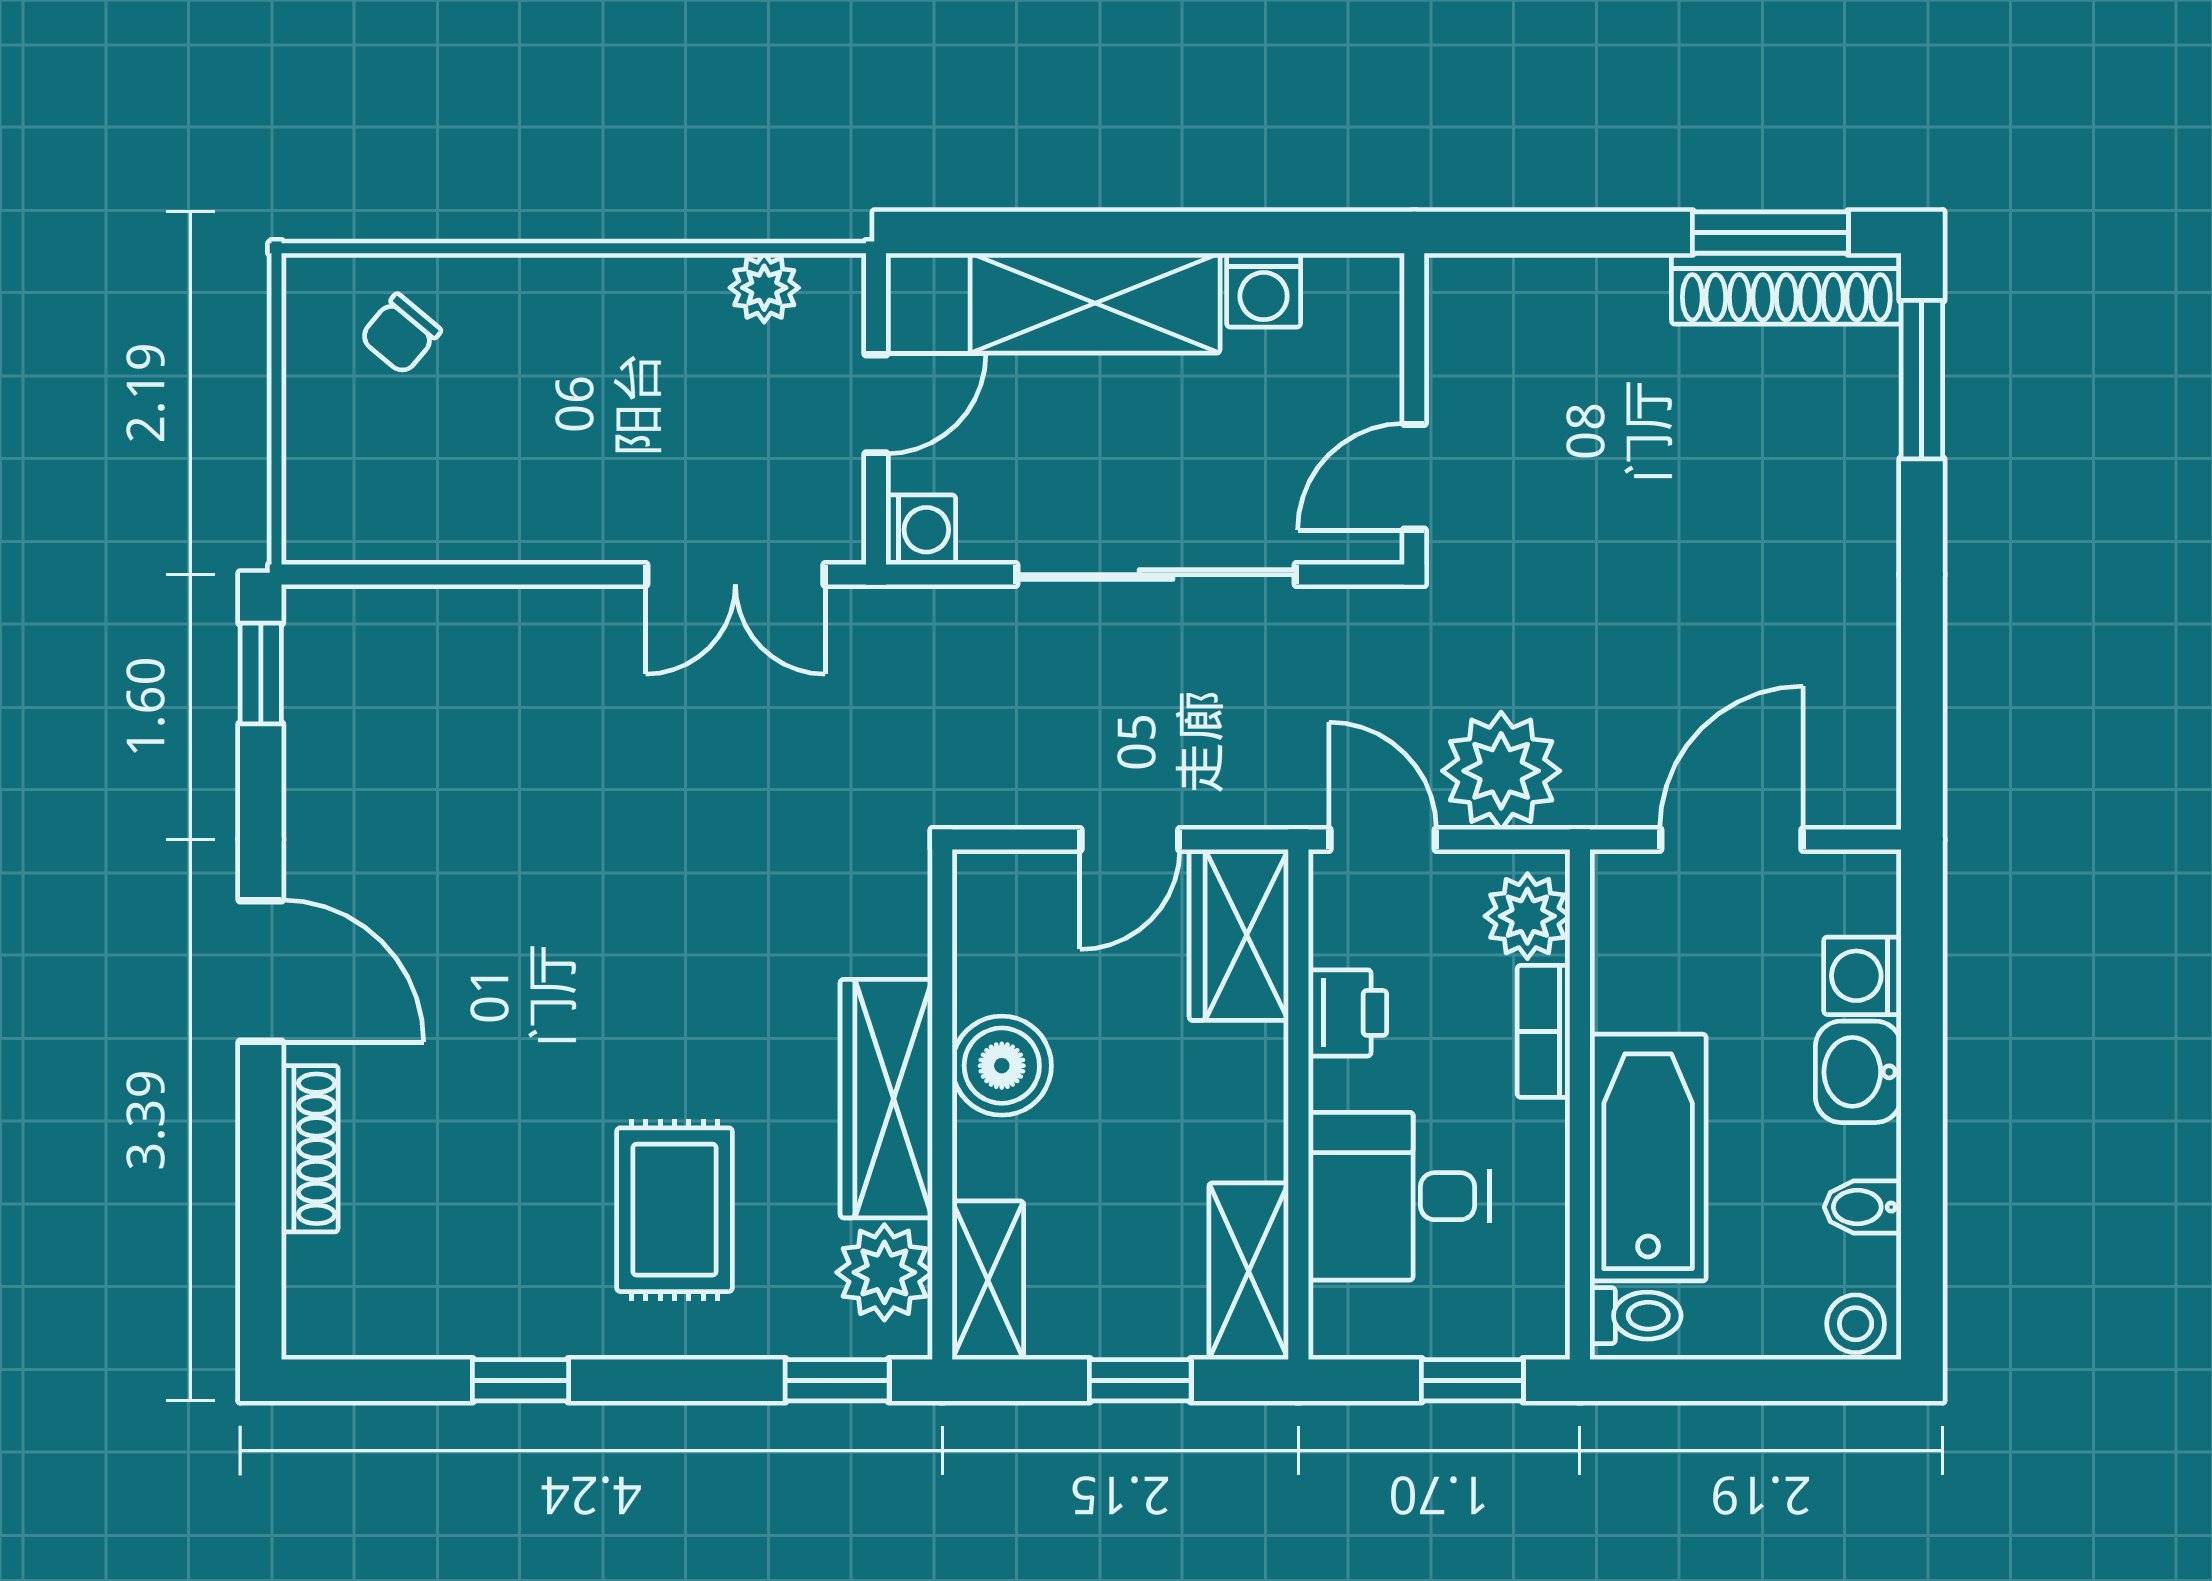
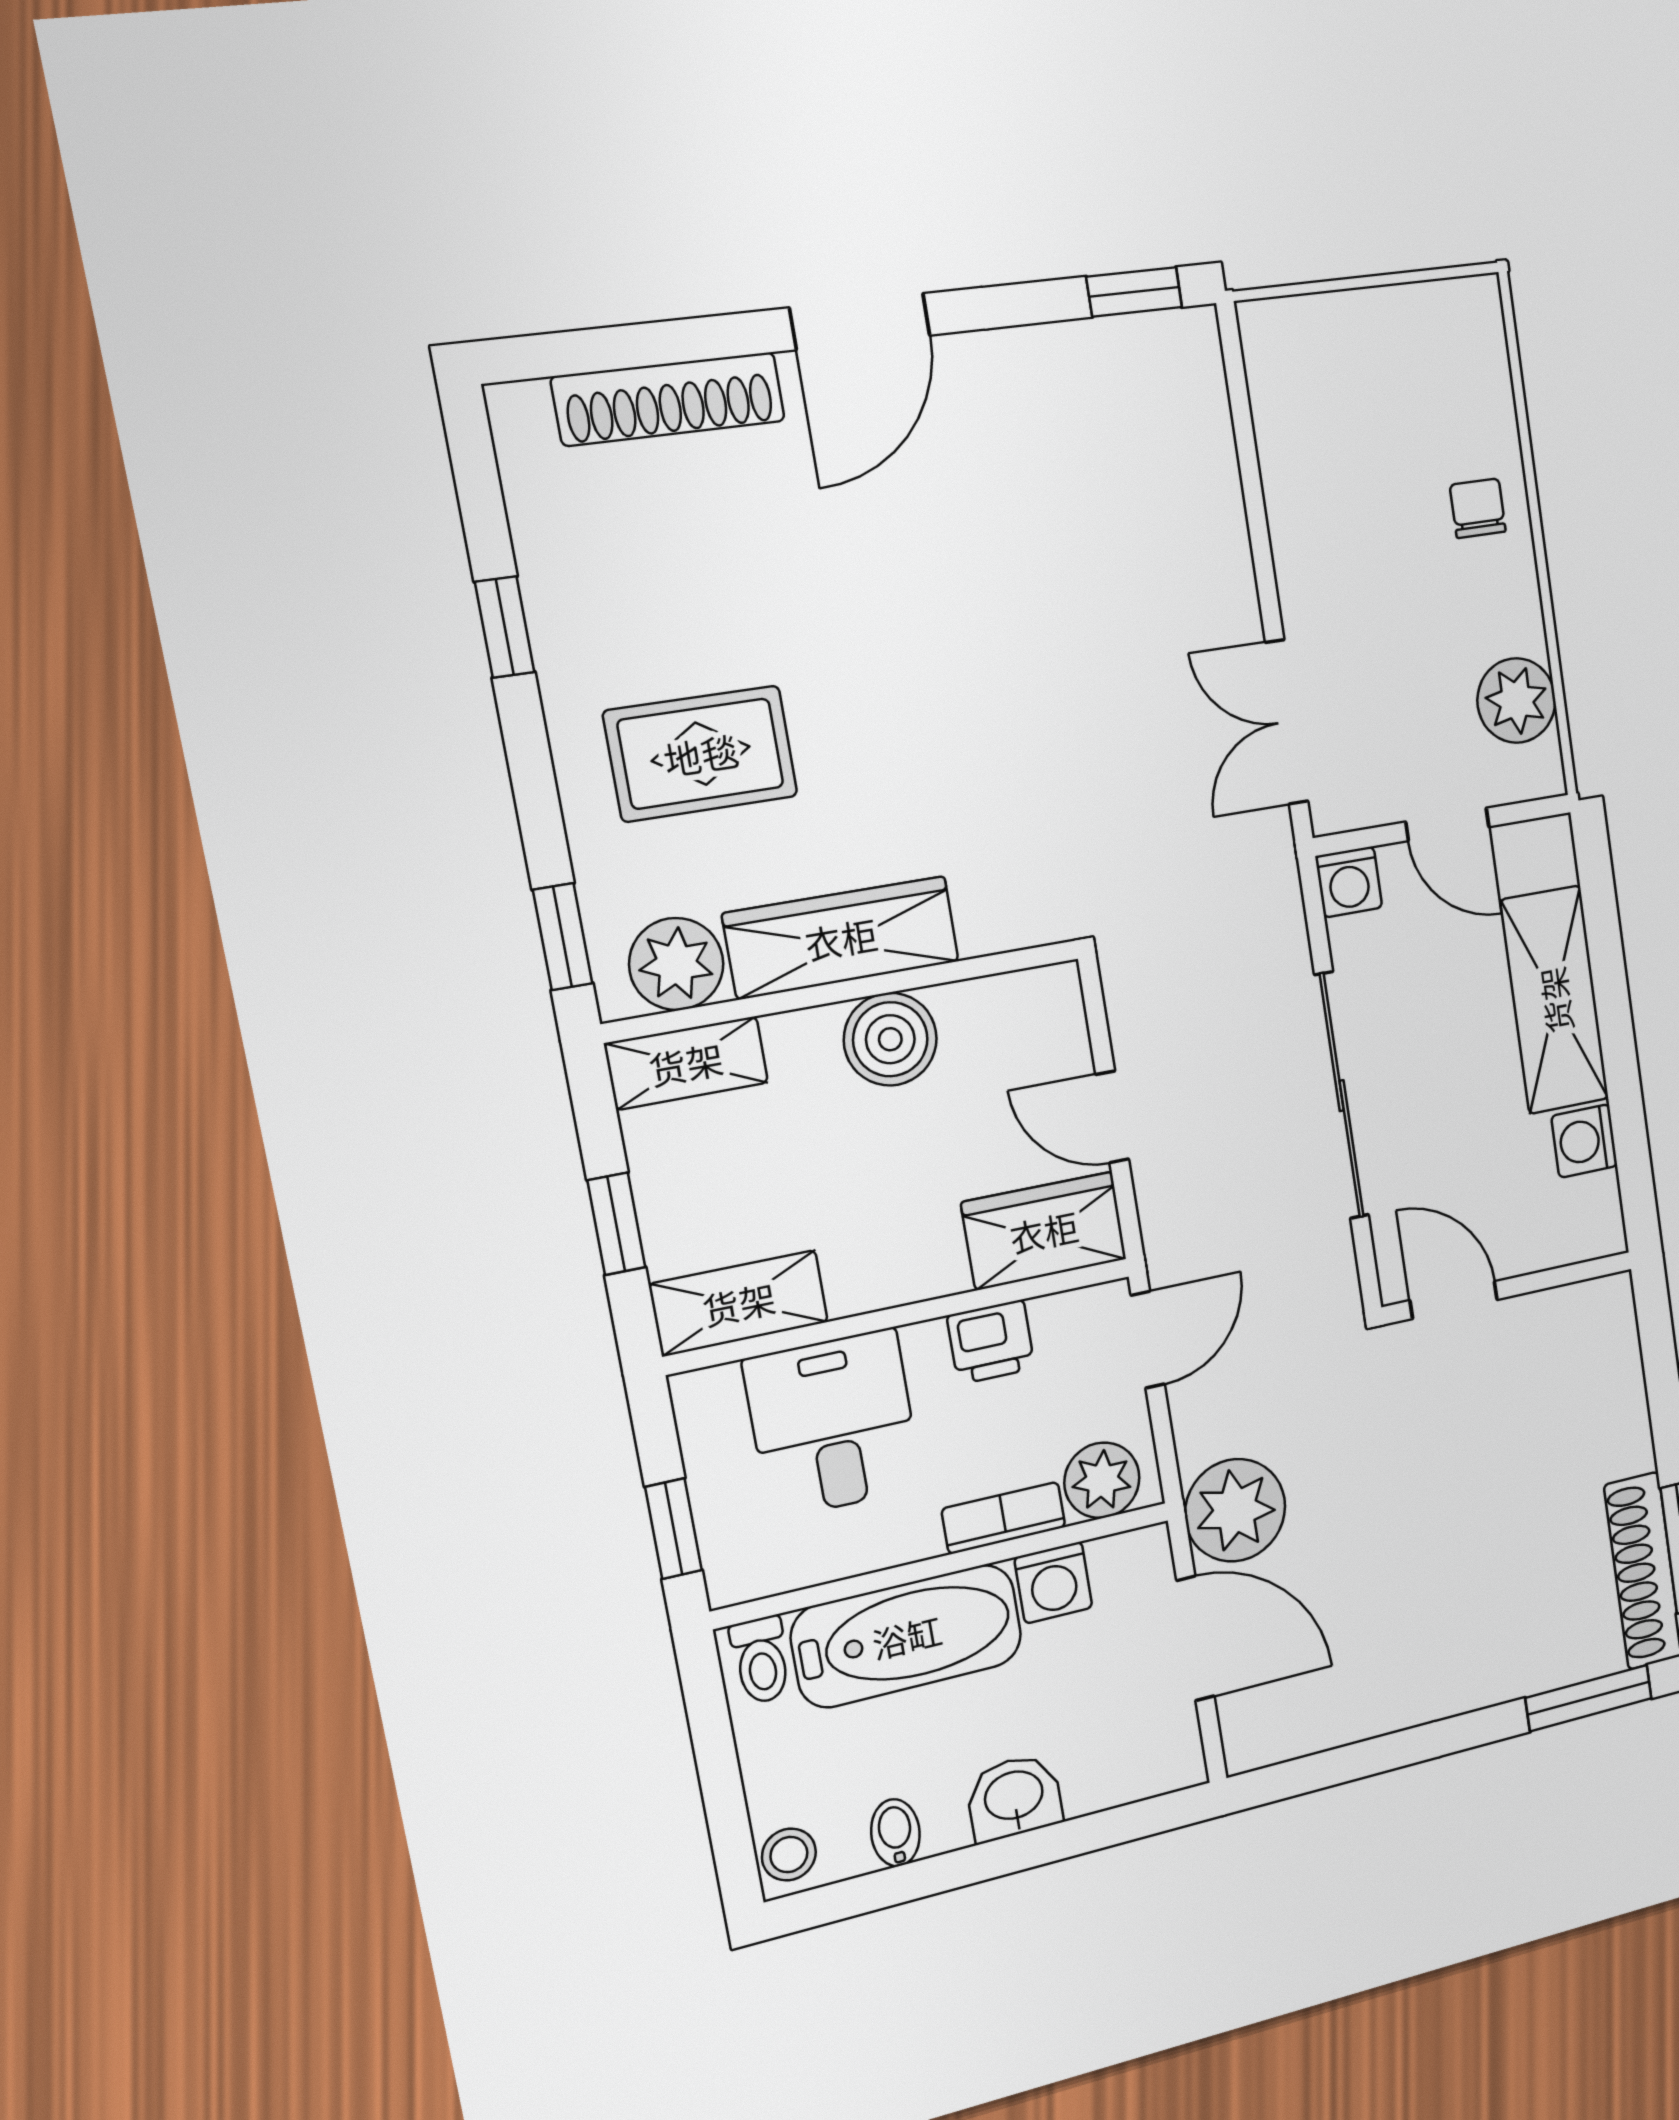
plant: (764, 288) -> (1516, 701), width x1.38, depth x1.38
chair: (400, 334) -> (1478, 508), moved, turned 50
plant: (1501, 771) -> (1235, 1510), moved
washing machine: (1862, 976) -> (1053, 1583), moved, turned 180
shoe rack: (310, 1149) -> (669, 399), width x1.36, depth x1.24

